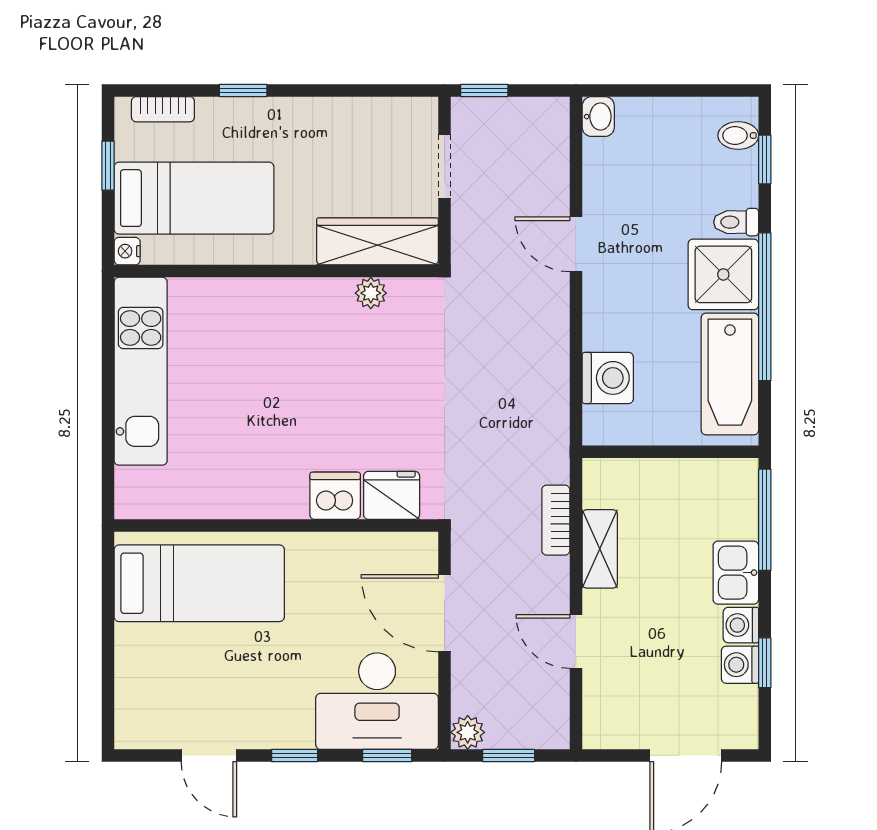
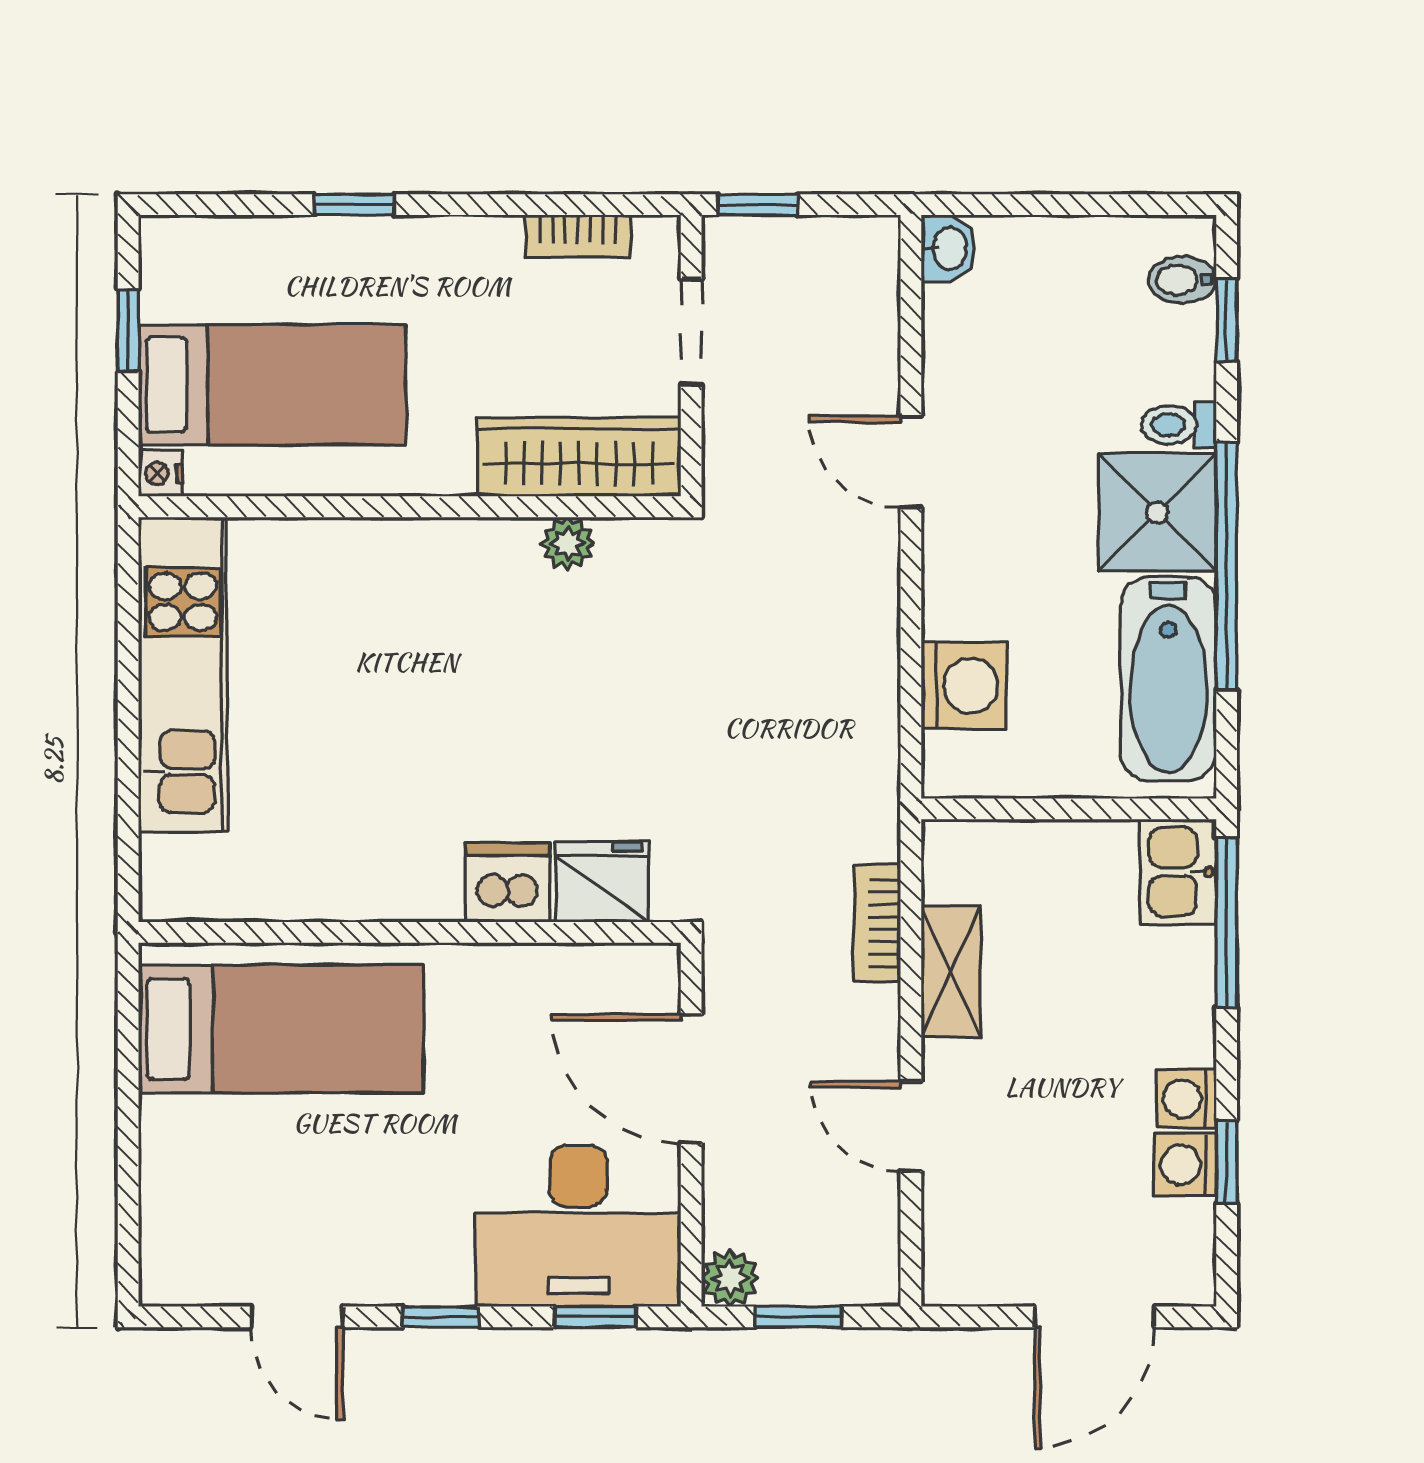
bookcase: (163, 109) -> (578, 236), moved
kitchen sink: (736, 573) -> (1178, 872), moved

